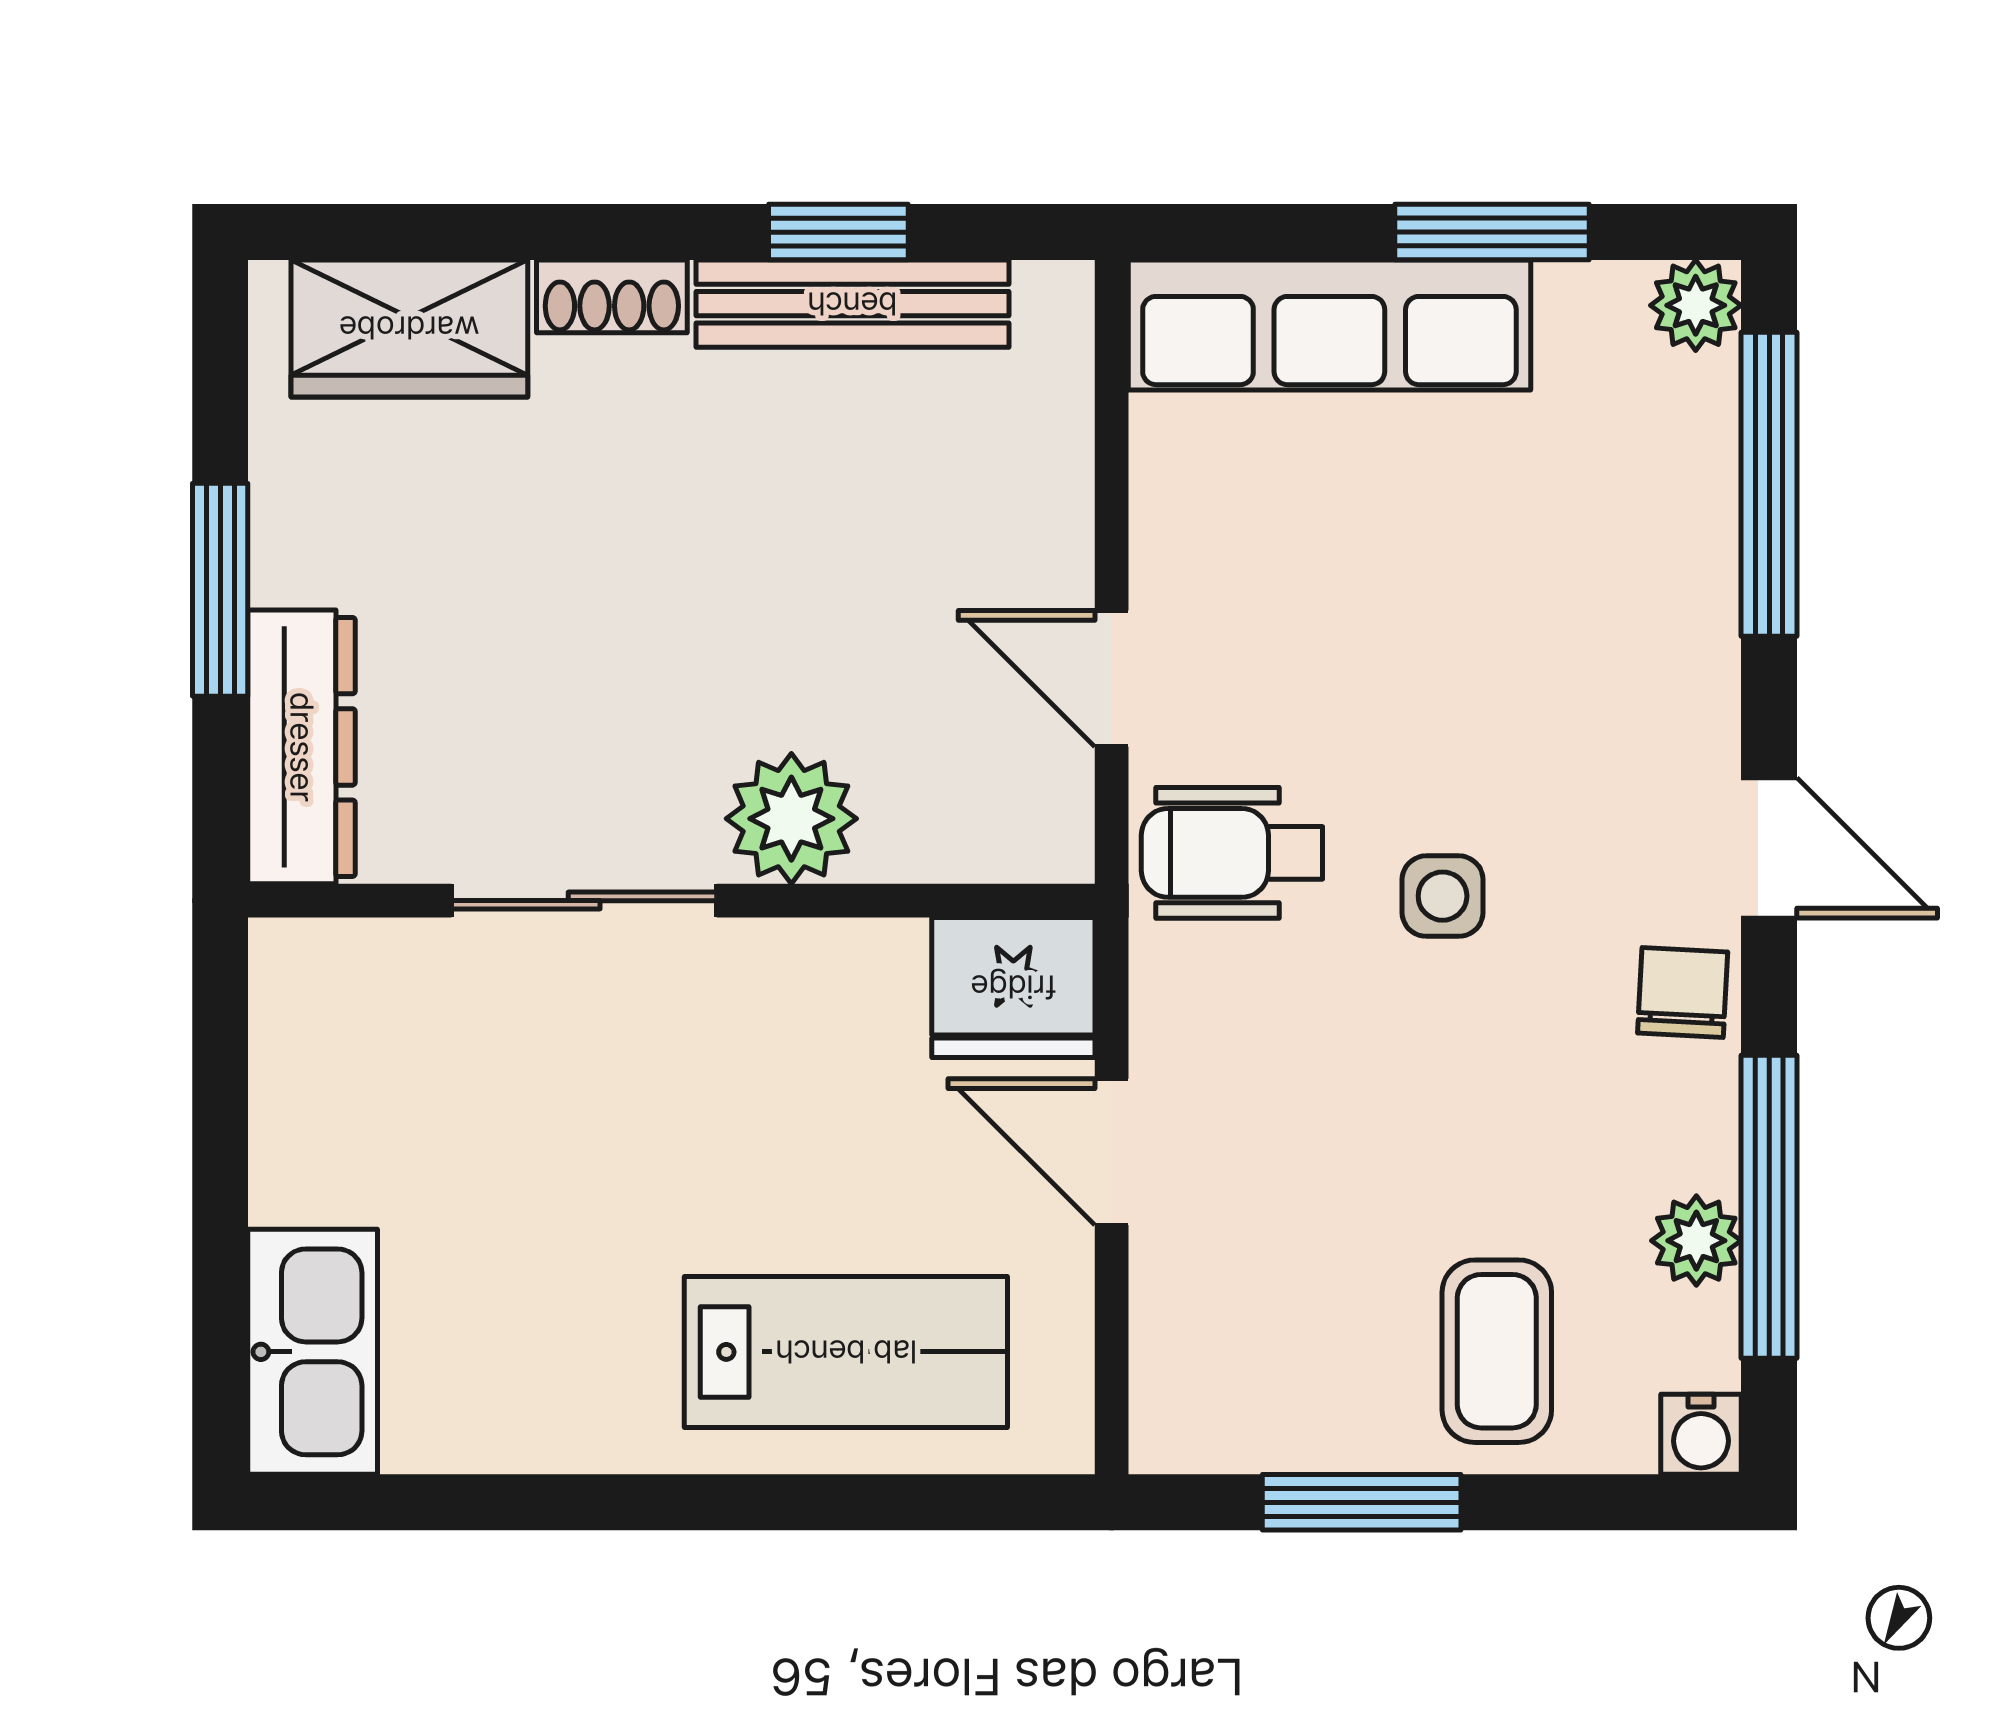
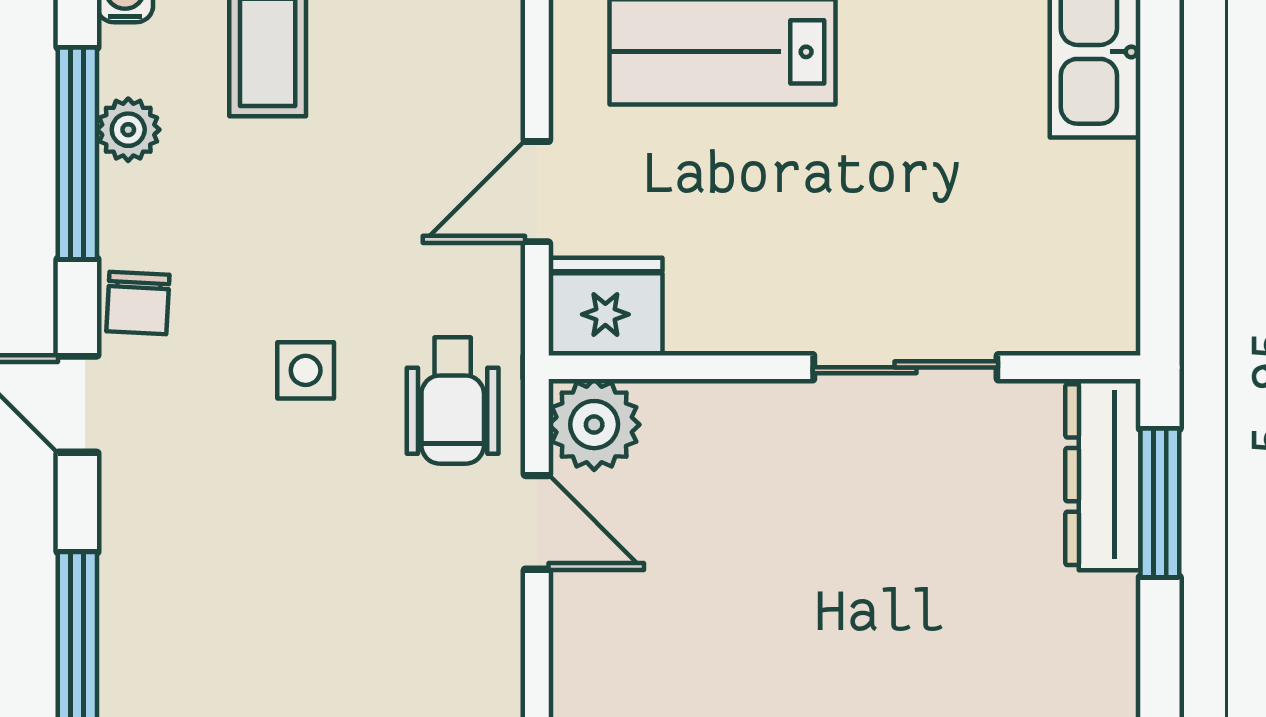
window: (220, 590) -> (1160, 503), moved
plant: (791, 819) -> (594, 425), moved
wheelchair: (1232, 853) -> (453, 401), turned 90
door: (1112, 1152) -> (537, 192), swing flipped

